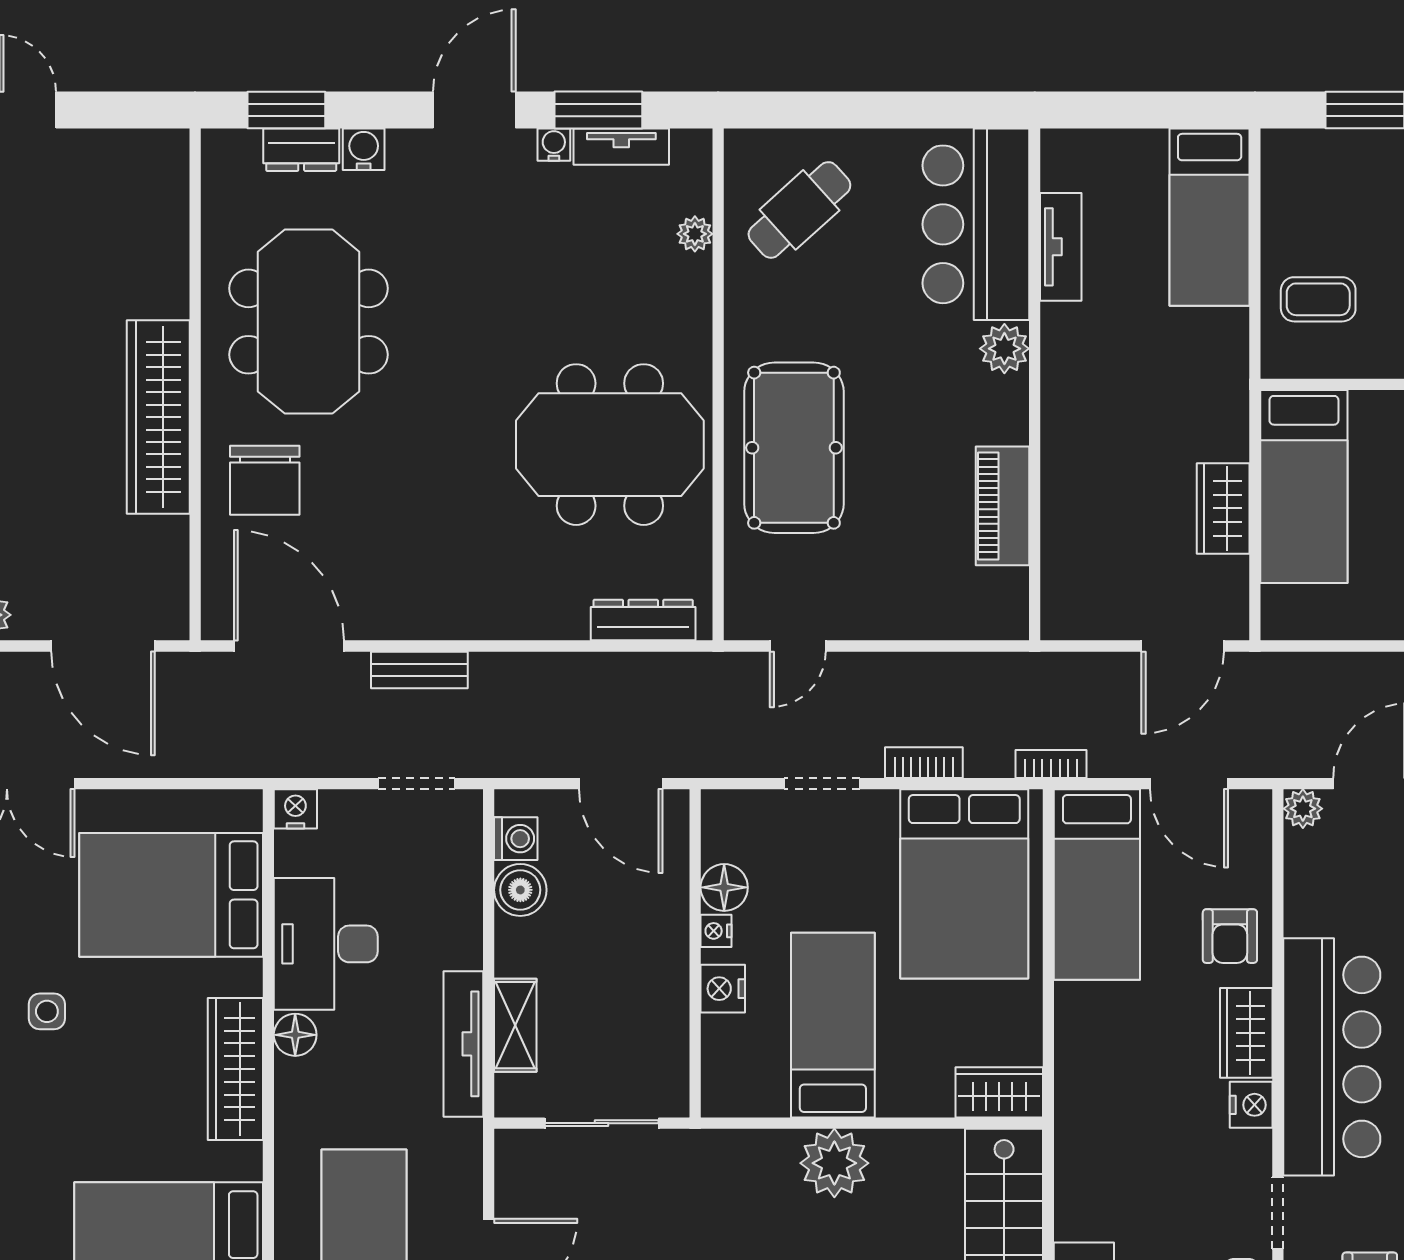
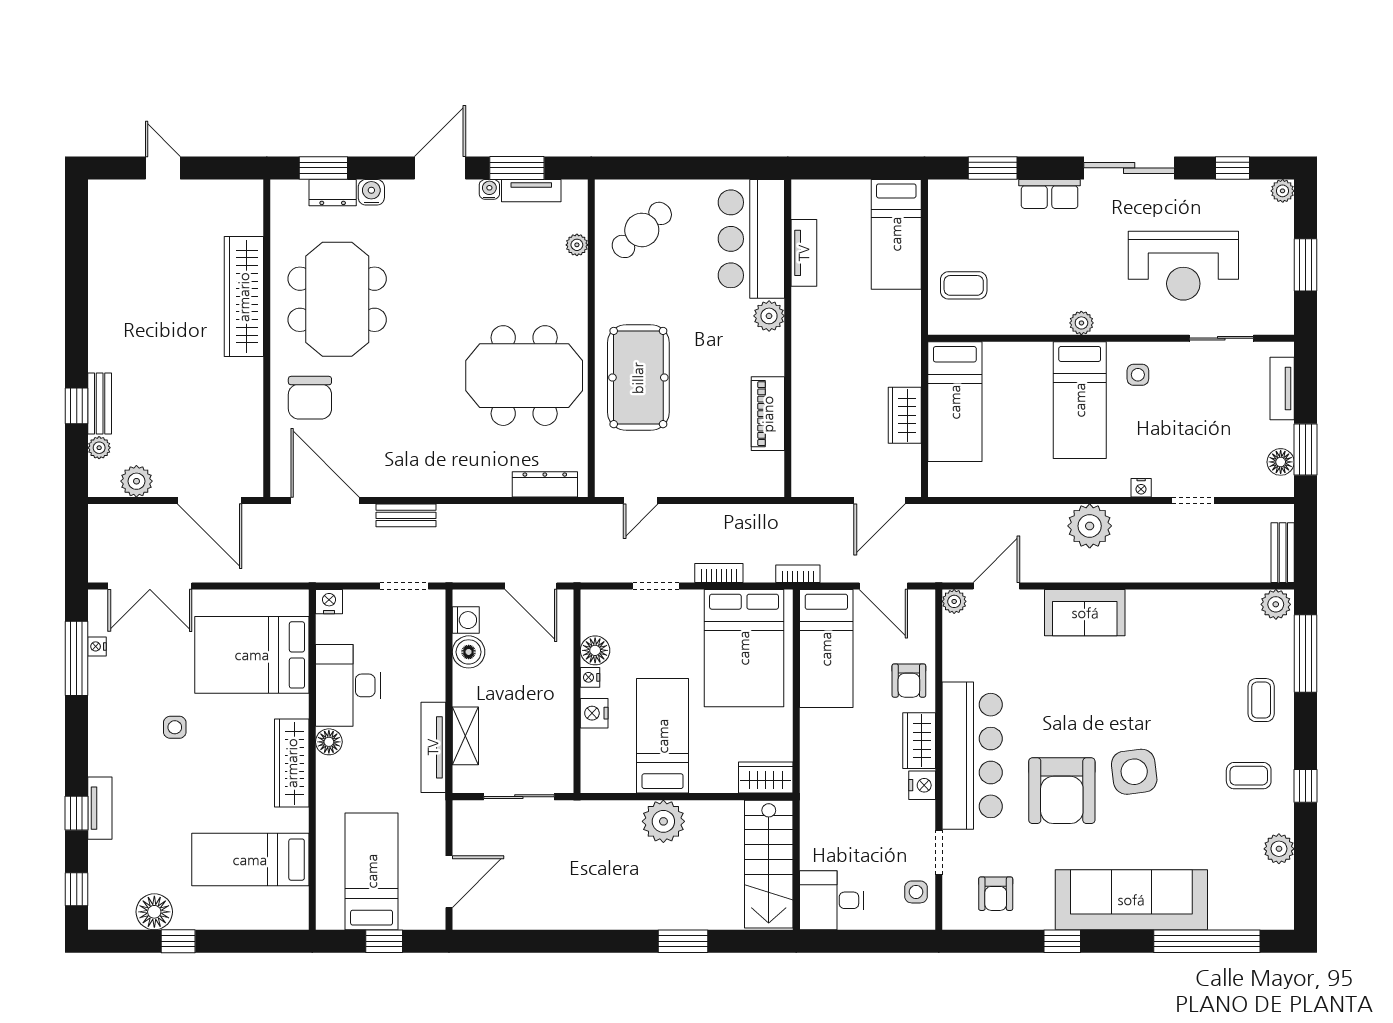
wardrobe: (158, 417) -> (244, 297), moved

